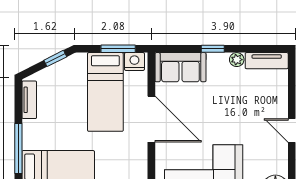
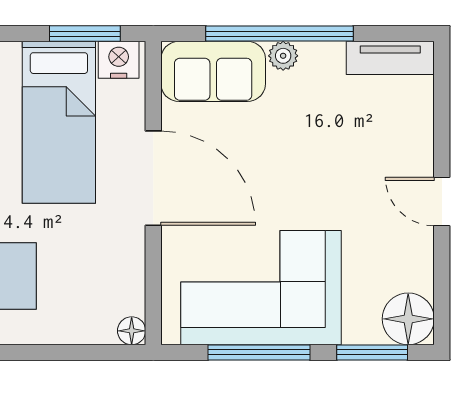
window: (213, 49) -> (279, 34), width x3.17
plant: (237, 60) -> (283, 56), moved

